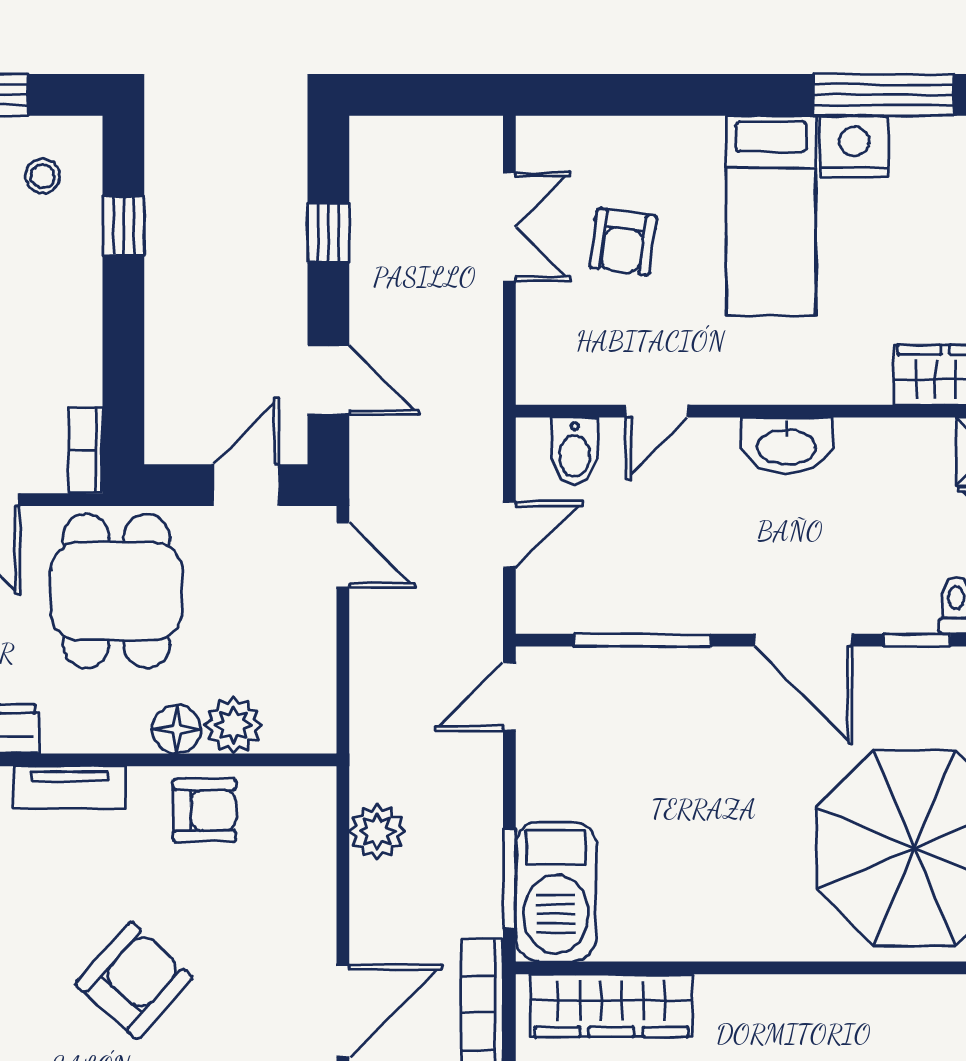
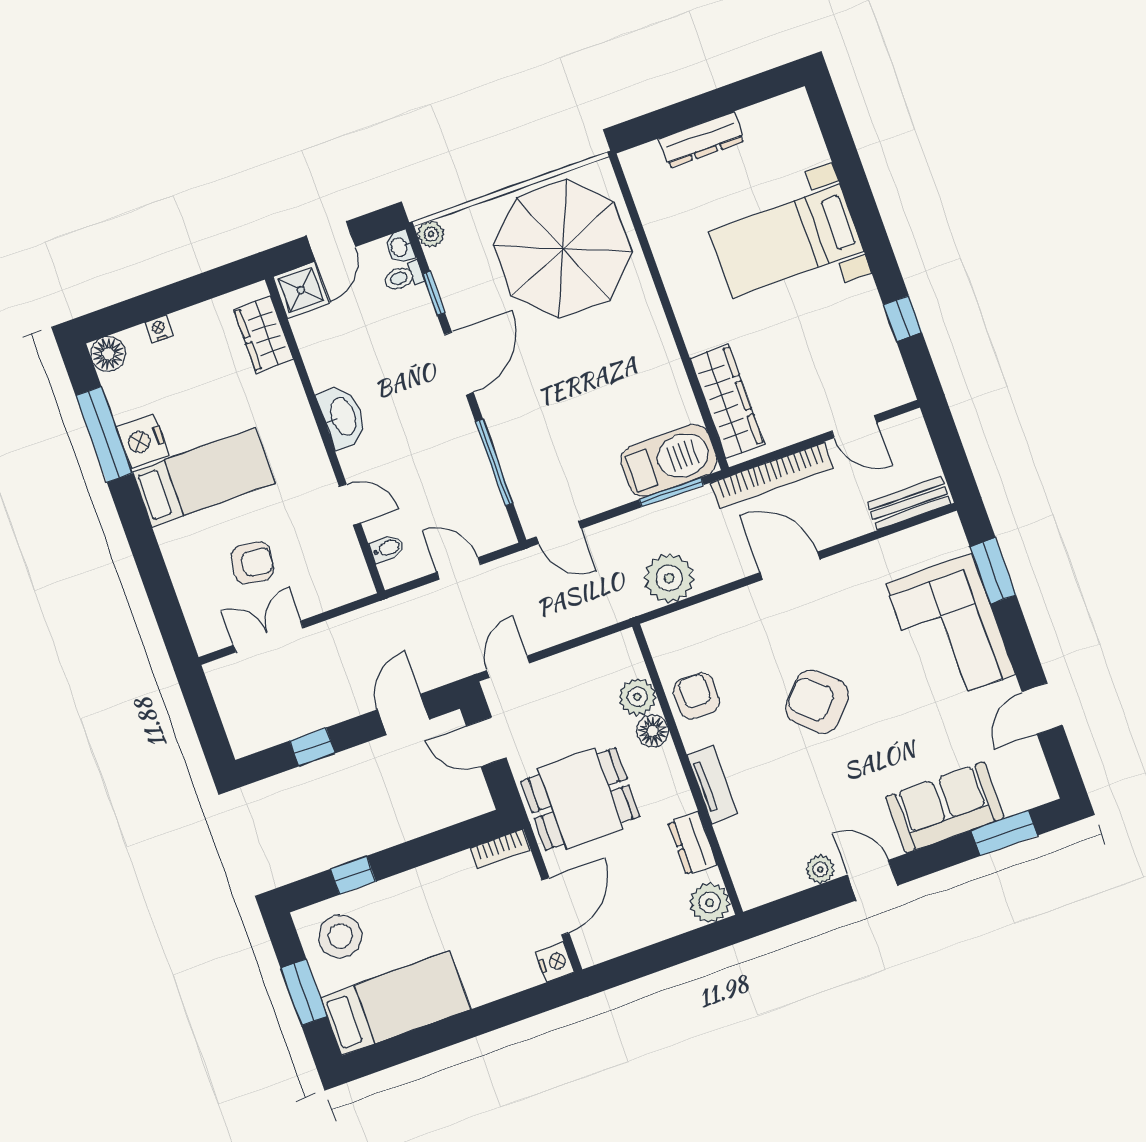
stool: (43, 176) -> (340, 936), width x1.89, depth x1.89
bidet: (575, 451) -> (387, 548), width x0.72, depth x0.74
plant: (377, 831) -> (669, 578), width x1.36, depth x1.36

